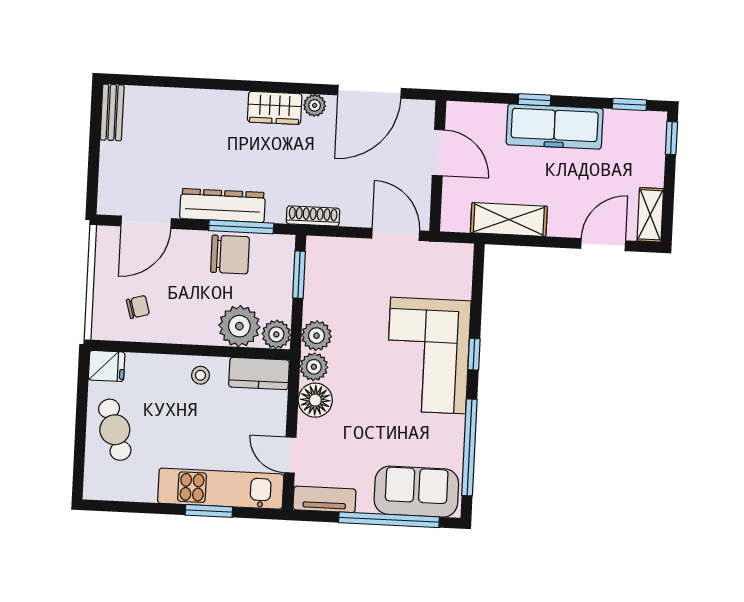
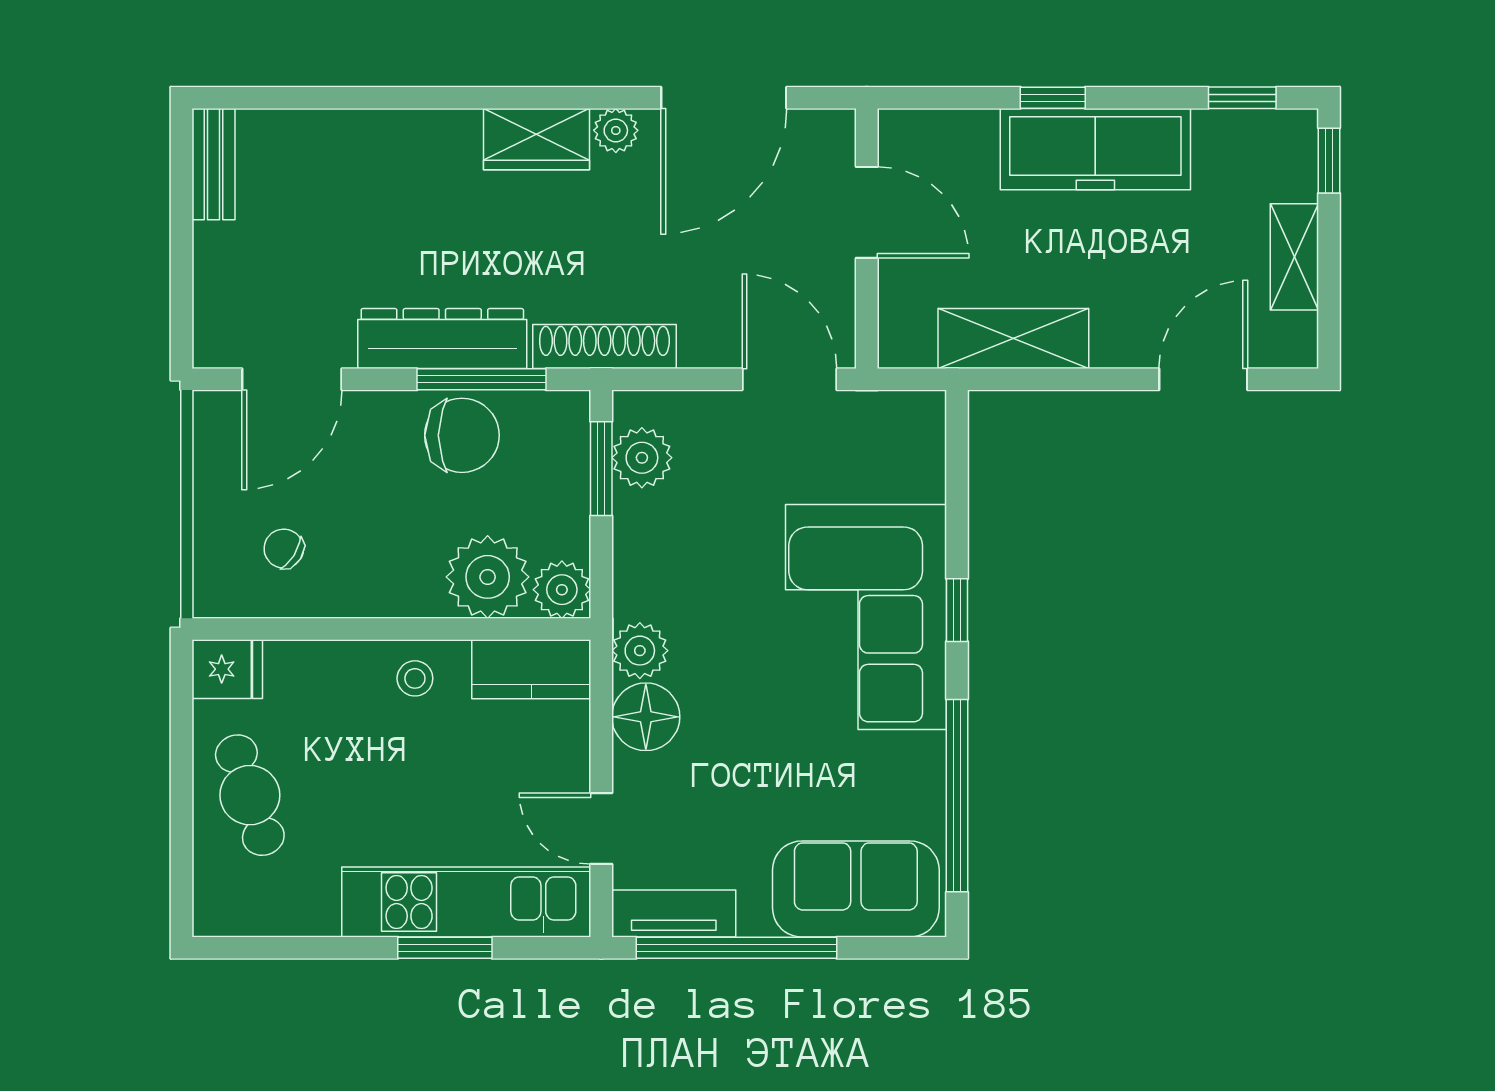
shelving: (650, 215) -> (1294, 257), moved
shoe rack: (313, 216) -> (604, 347), width x1.36, depth x1.24
chair: (138, 307) -> (284, 549), turned -132
plant: (316, 336) -> (642, 458), moved
window: (389, 520) -> (736, 948), moved

